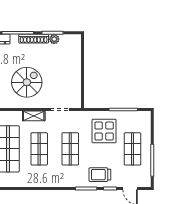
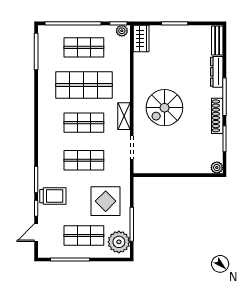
plant: (54, 39) -> (217, 168), moved
spiral stairs: (27, 82) -> (164, 108), turned 90
plant: (138, 120) -> (119, 242), added
trolley: (100, 175) -> (53, 196), turned 90

